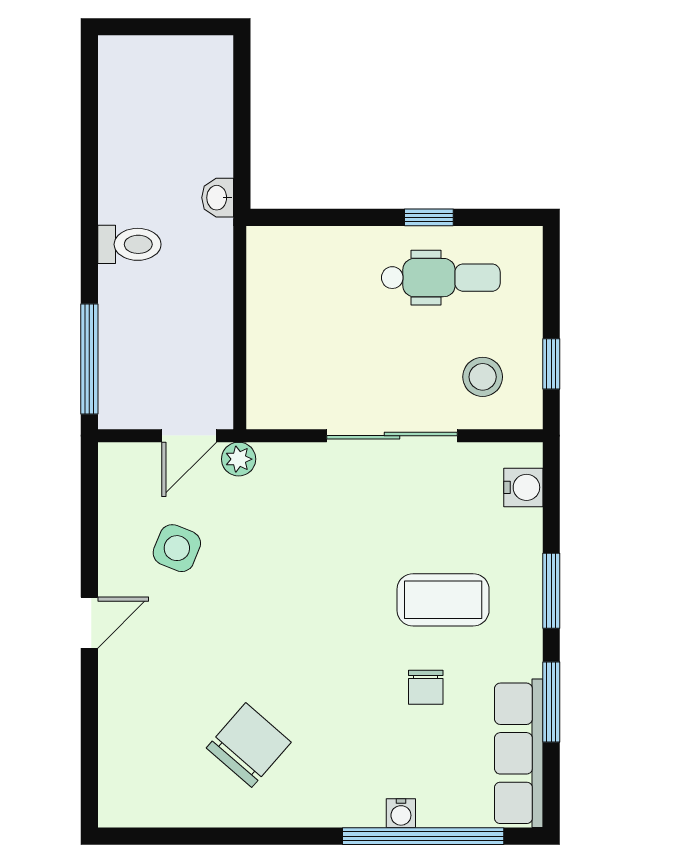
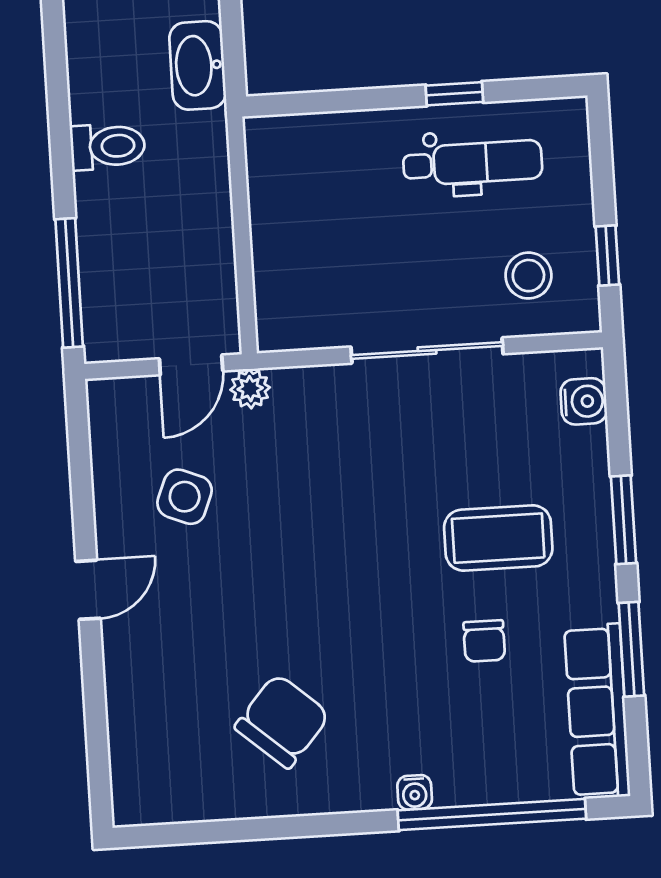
washbasin: (218, 198) -> (198, 65), width x1.91, depth x1.45
water cooler: (401, 813) -> (415, 792), moved

